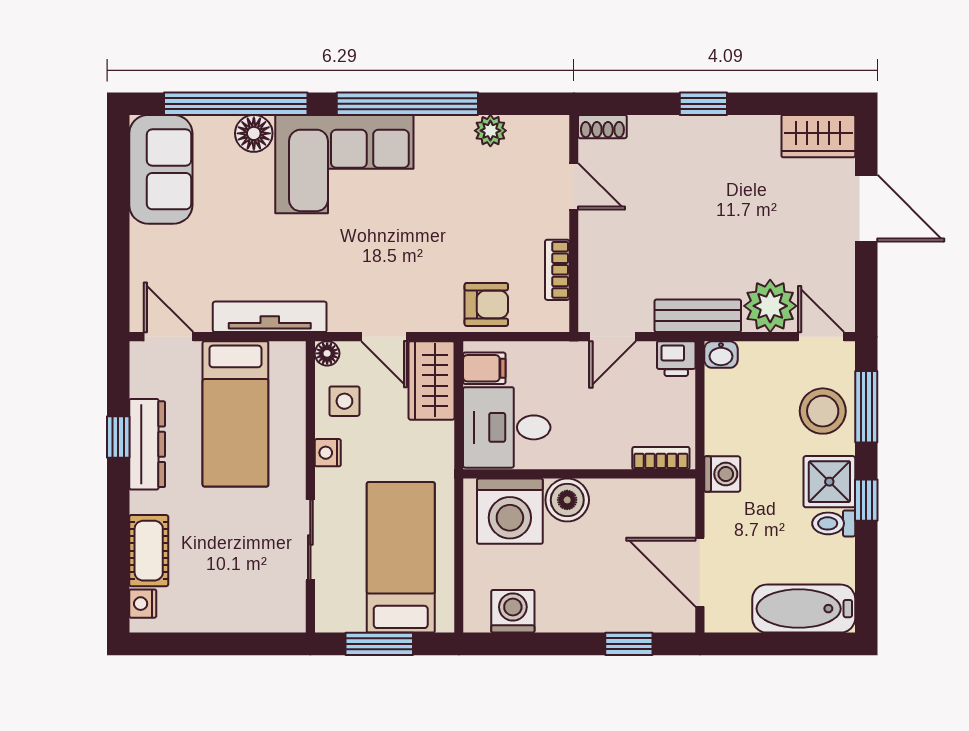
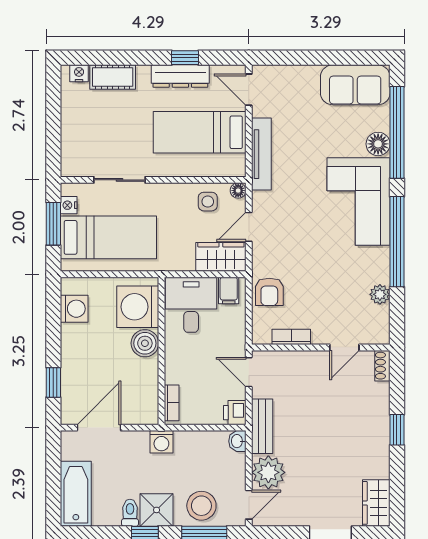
door: (168, 337) -> (249, 90), swing flipped
nightstand: (328, 453) -> (69, 205), moved, turned -90

